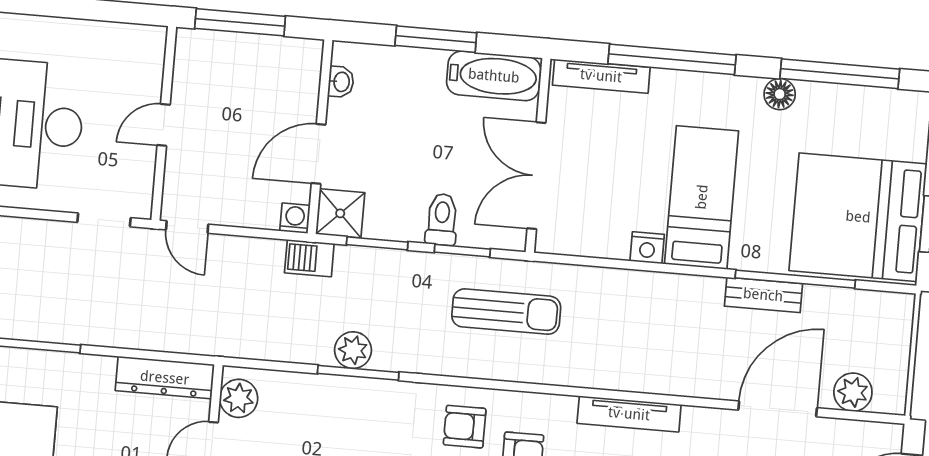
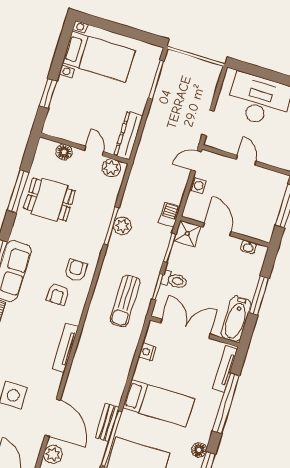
washing machine: (295, 218) -> (198, 185), moved
nightstand: (647, 248) -> (147, 352), moved

